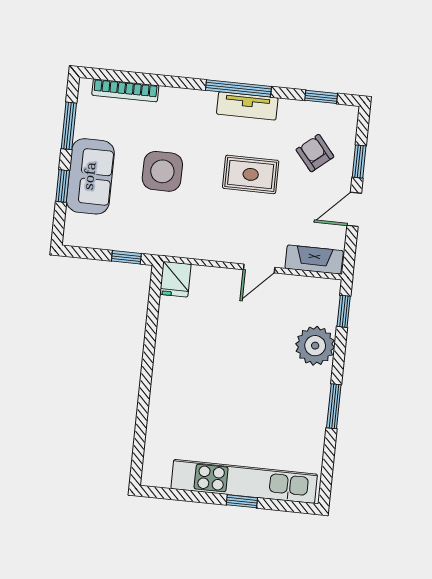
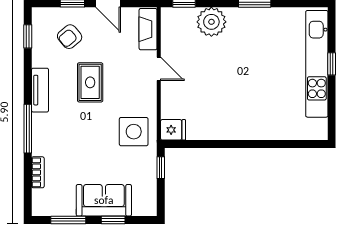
window: (238, 88) -> (28, 129), moved
bookcase: (125, 90) -> (38, 172), width x0.64
side table: (162, 171) -> (134, 132), moved

